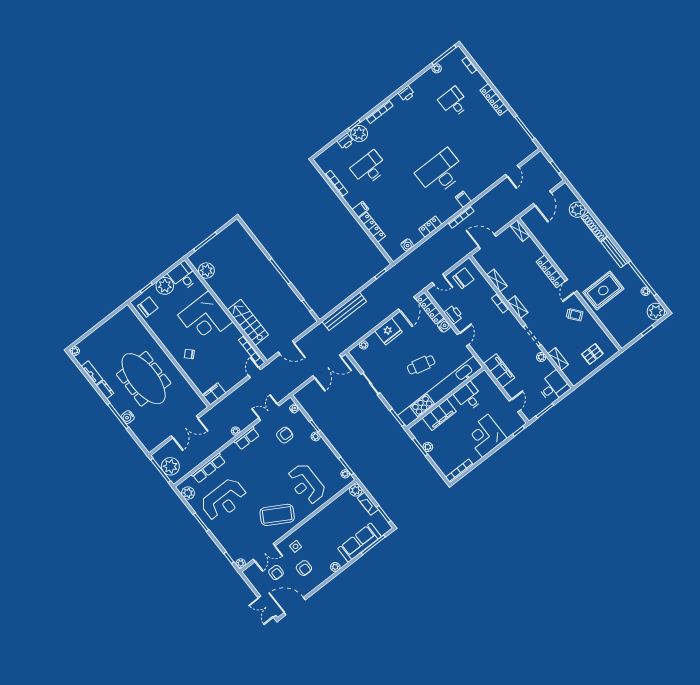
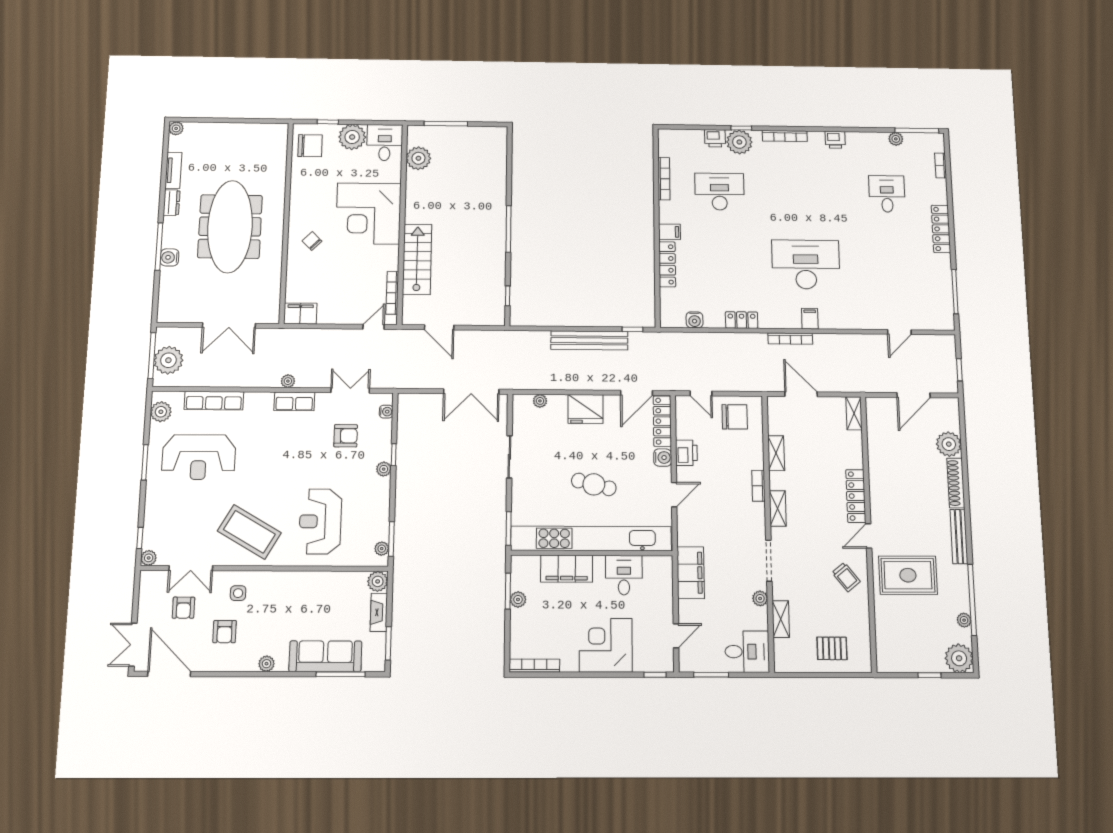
bench: (344, 311) -> (589, 340), moved

